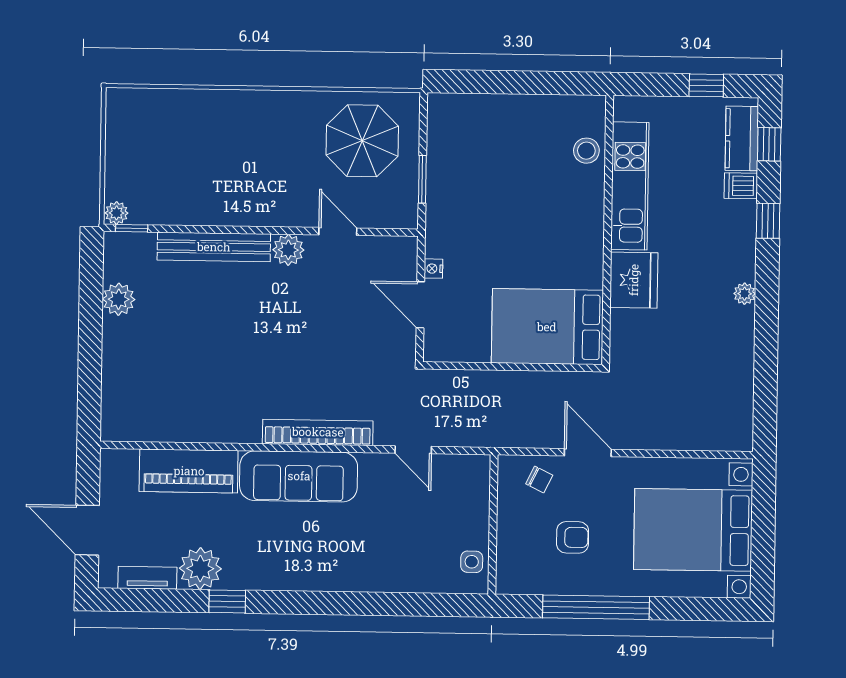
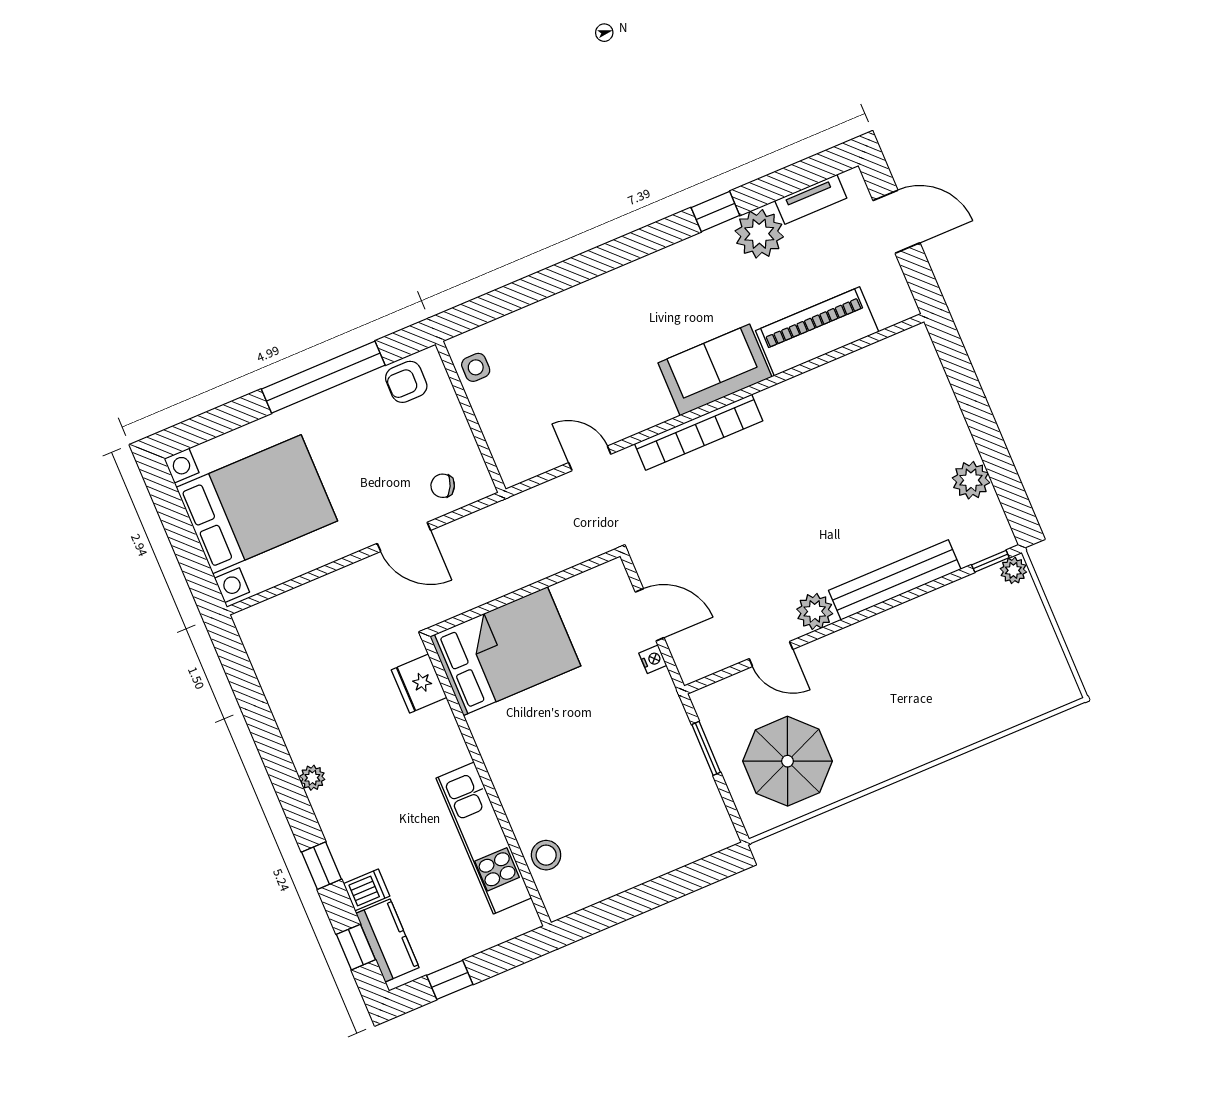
fridge: (634, 280) -> (419, 684), moved, width x0.73, depth x0.75
sofa: (299, 476) -> (715, 370), width x0.73
armchair: (573, 537) -> (406, 382), moved

